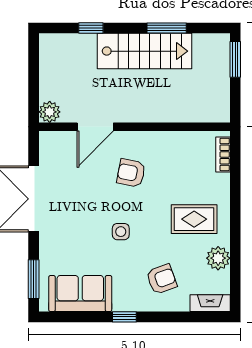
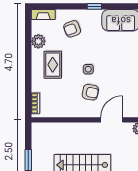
rug: (194, 219) -> (53, 65), turned 90
side table: (121, 232) -> (88, 69), moved

